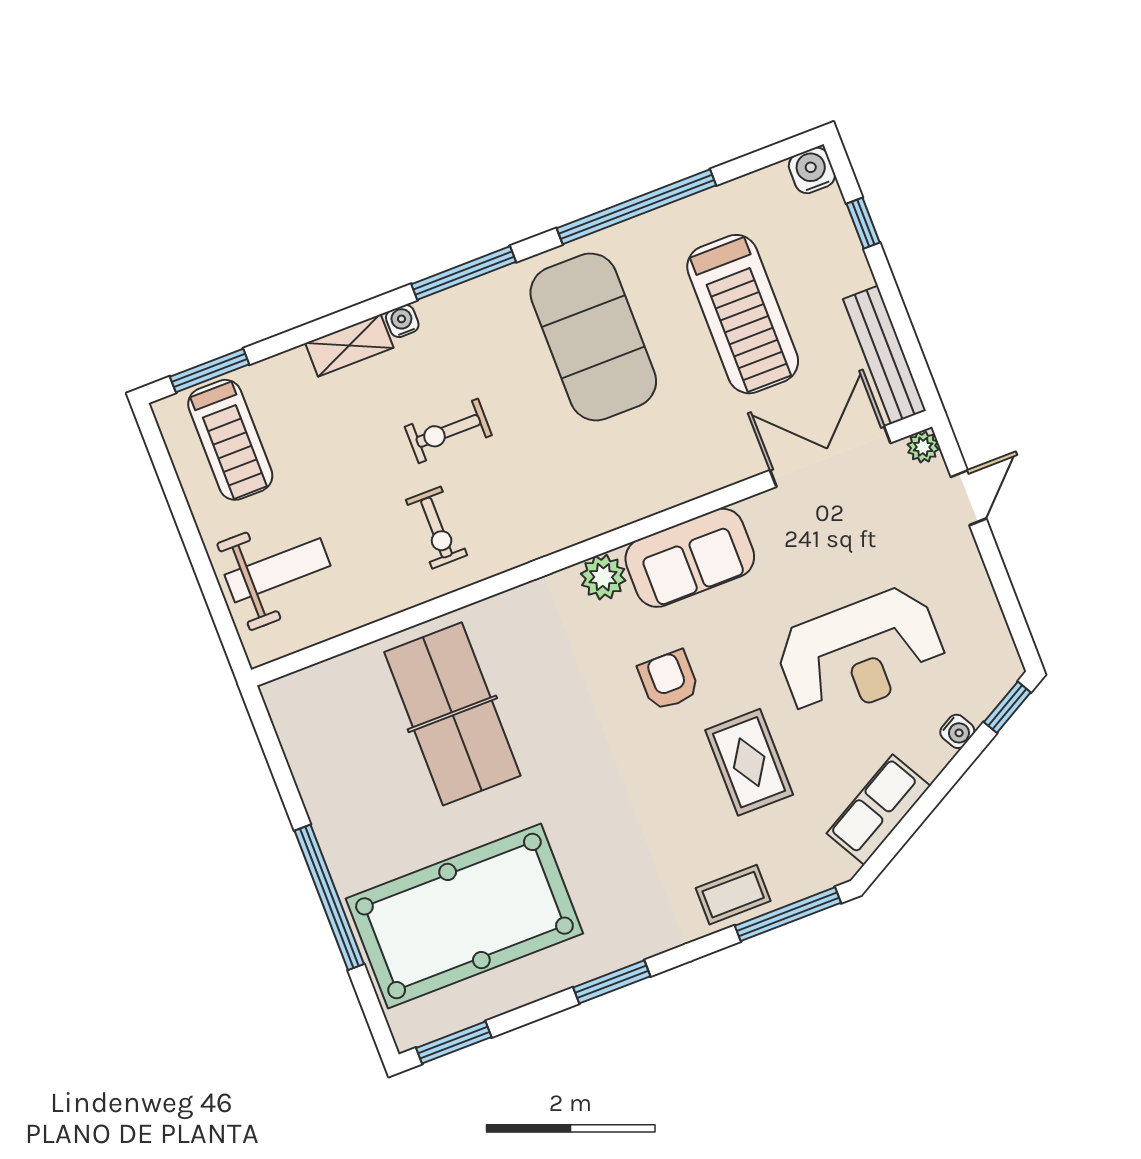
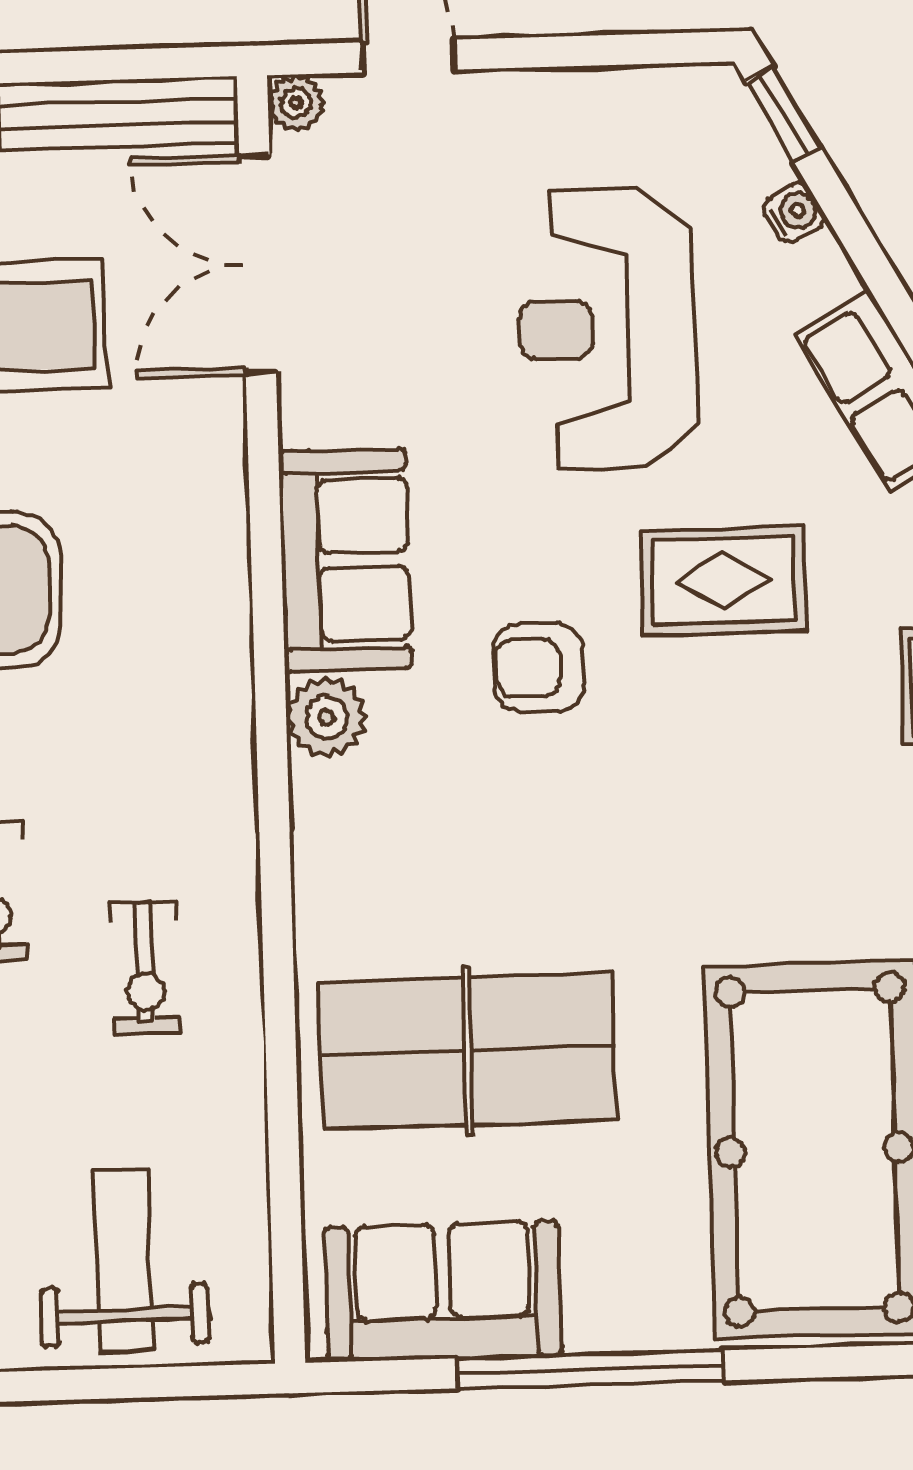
exercise bike: (436, 528) -> (145, 968), turned 90
reception desk: (861, 654) -> (607, 329), turned 180
sofa: (320, 745) -> (443, 1291), added
window: (329, 897) -> (590, 1369), moved

